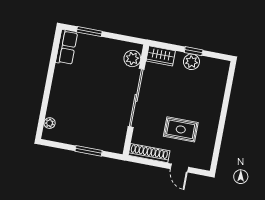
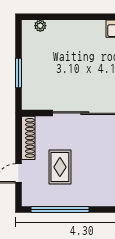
window: (219, 137) -> (60, 210), added

